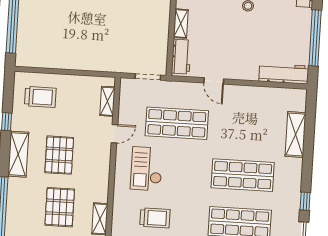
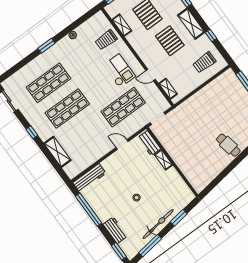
door: (114, 134) -> (151, 75), hinge flipped
window: (305, 201) -> (32, 132), moved
trolley: (155, 218) -> (106, 40), moved

